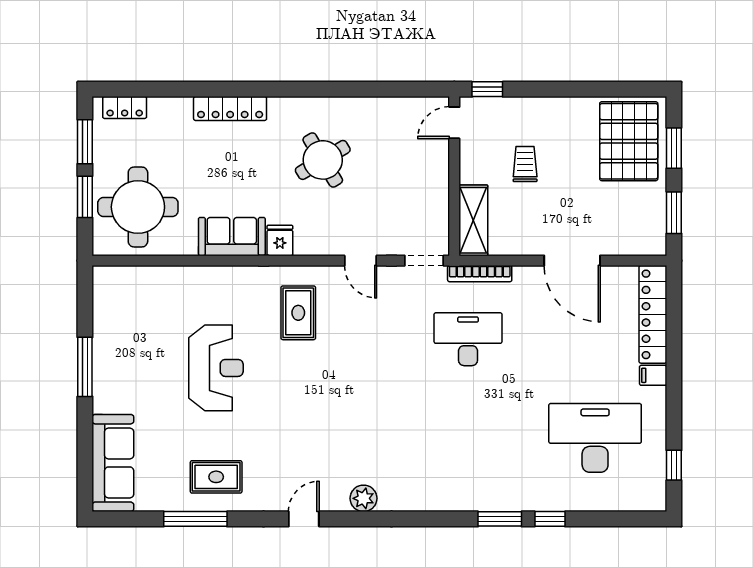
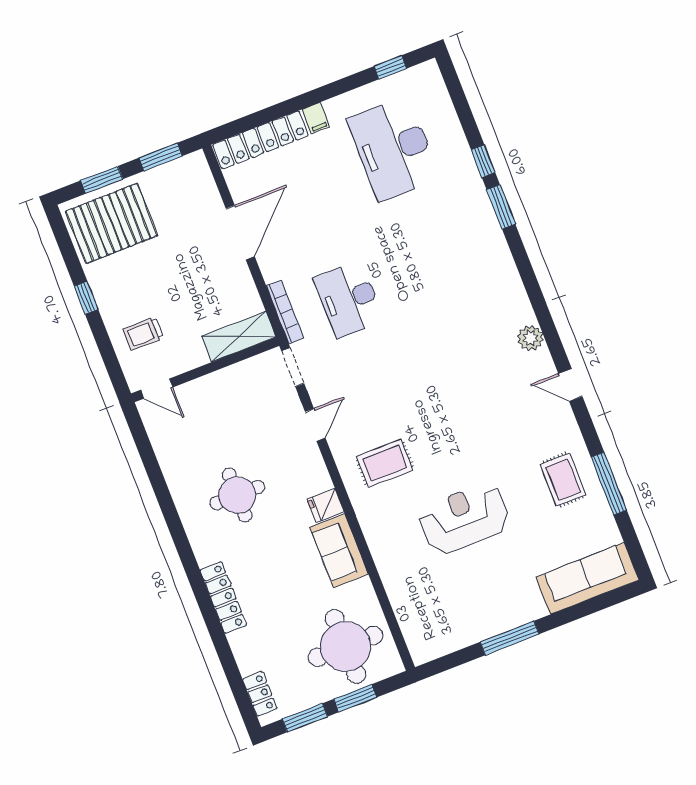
window: (487, 89) -> (86, 298), moved
round table: (323, 160) -> (237, 495), turned 31
trolley: (525, 164) -> (143, 334), moved

